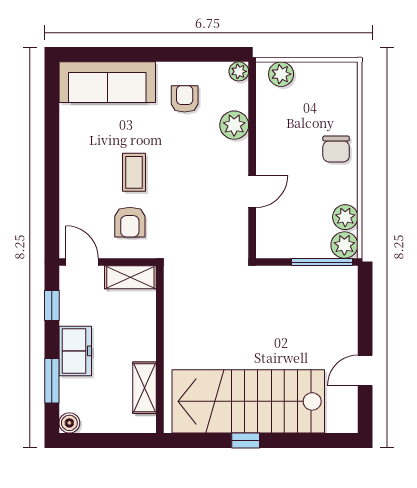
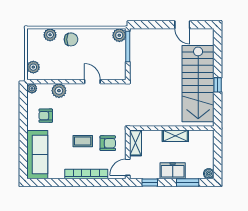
bookcase: (69, 179) -> (86, 174), added
plant: (345, 217) -> (50, 35), moved
shelving: (145, 388) -> (175, 136), moved

